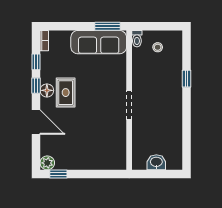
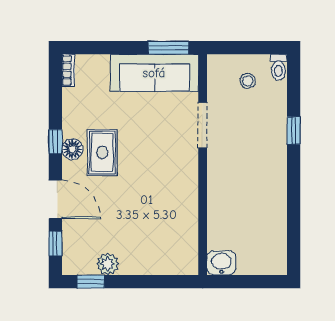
toilet: (137, 39) -> (278, 67), moved
window: (36, 62) -> (55, 243), moved
doorway: (129, 105) -> (203, 125), moved
washbasin: (156, 162) -> (221, 263), moved
plant: (47, 163) -> (108, 264), moved

